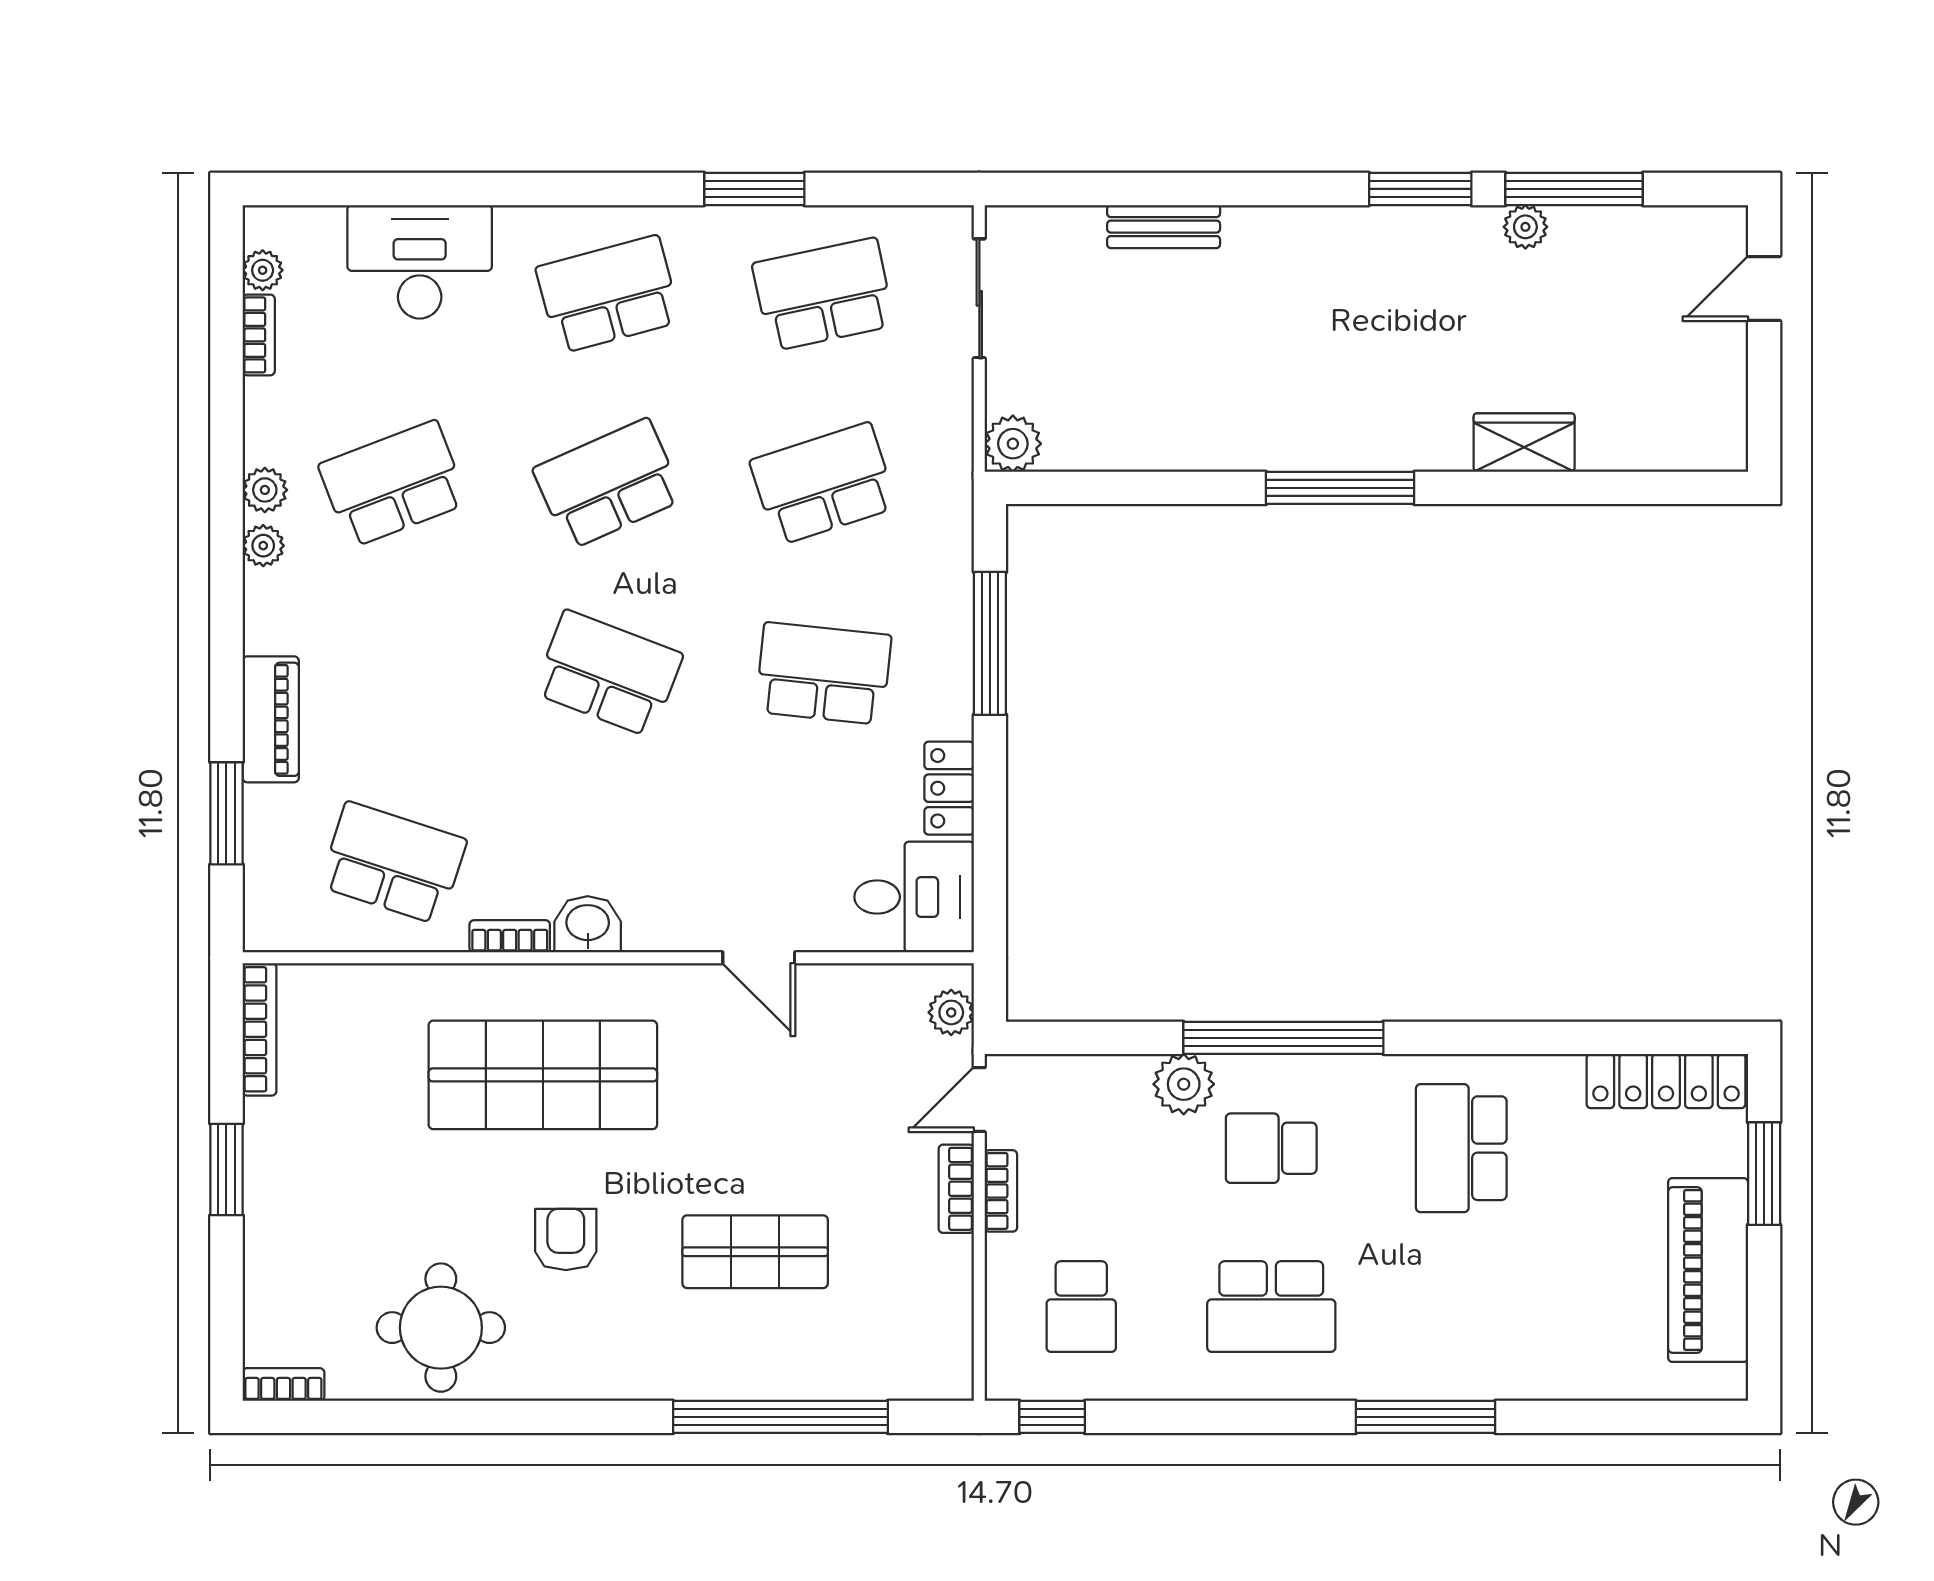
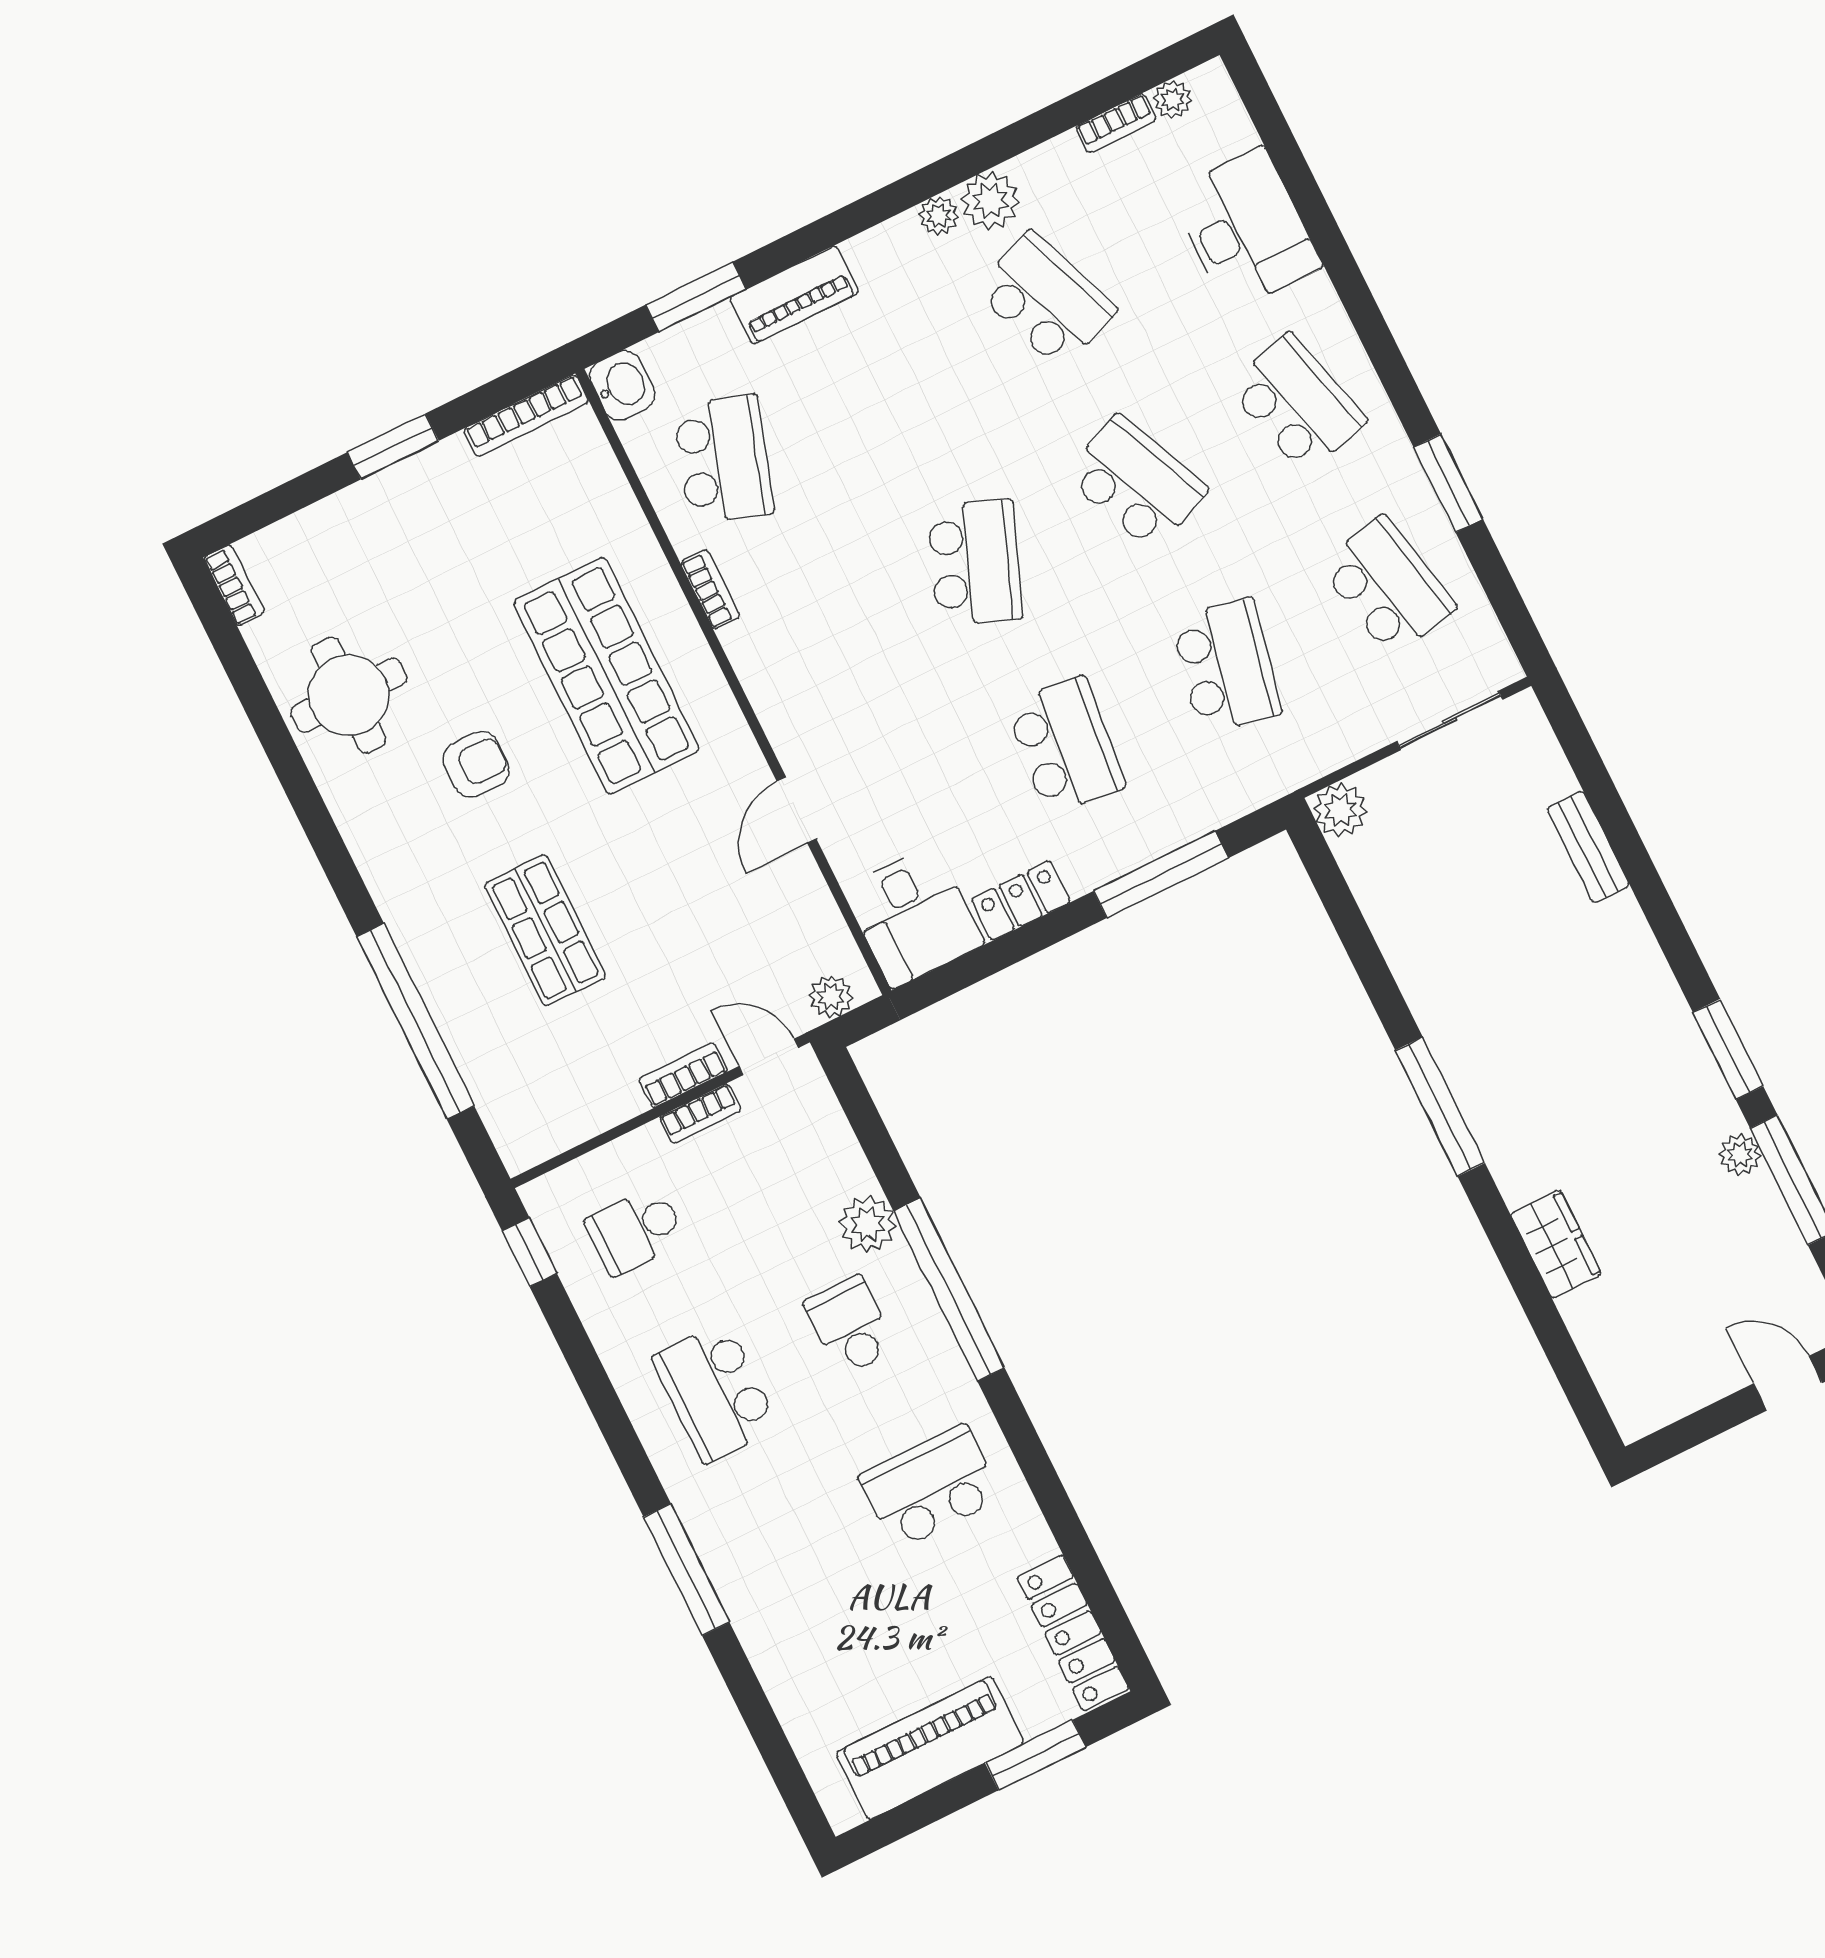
school desk: (823, 484) -> (1226, 666), turned 30
plant: (265, 490) -> (990, 201), width x1.38, depth x1.38
washbasin: (588, 924) -> (622, 385), moved

